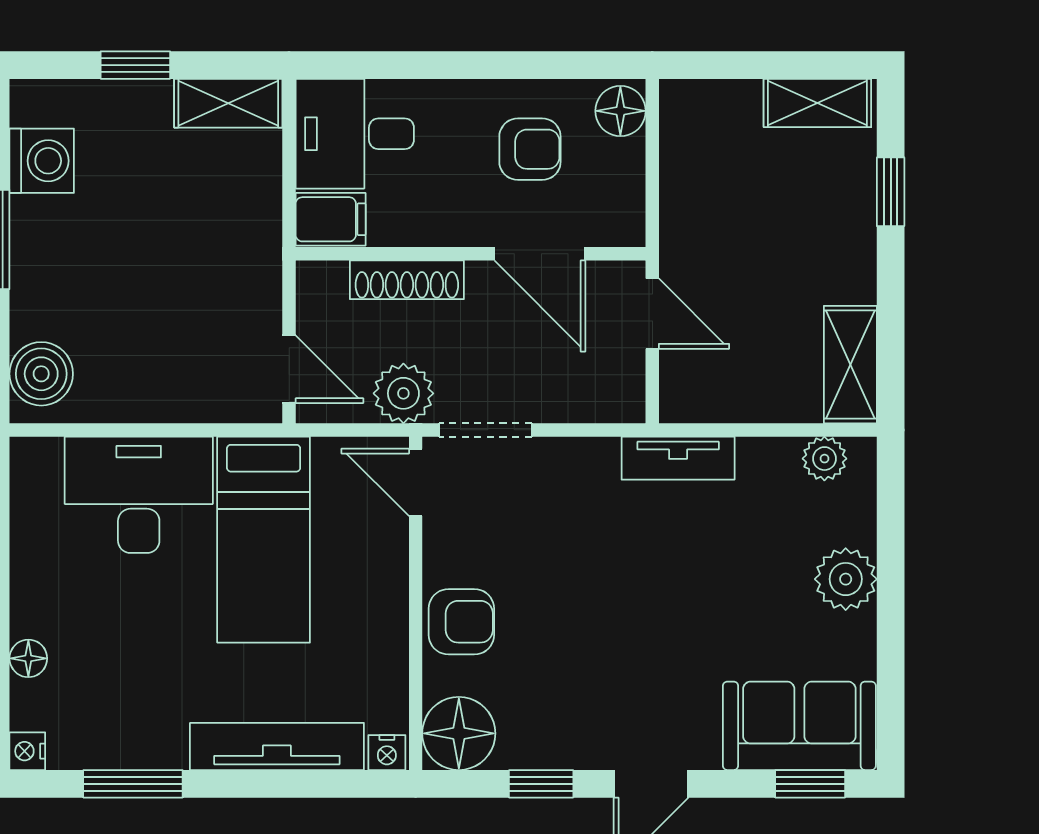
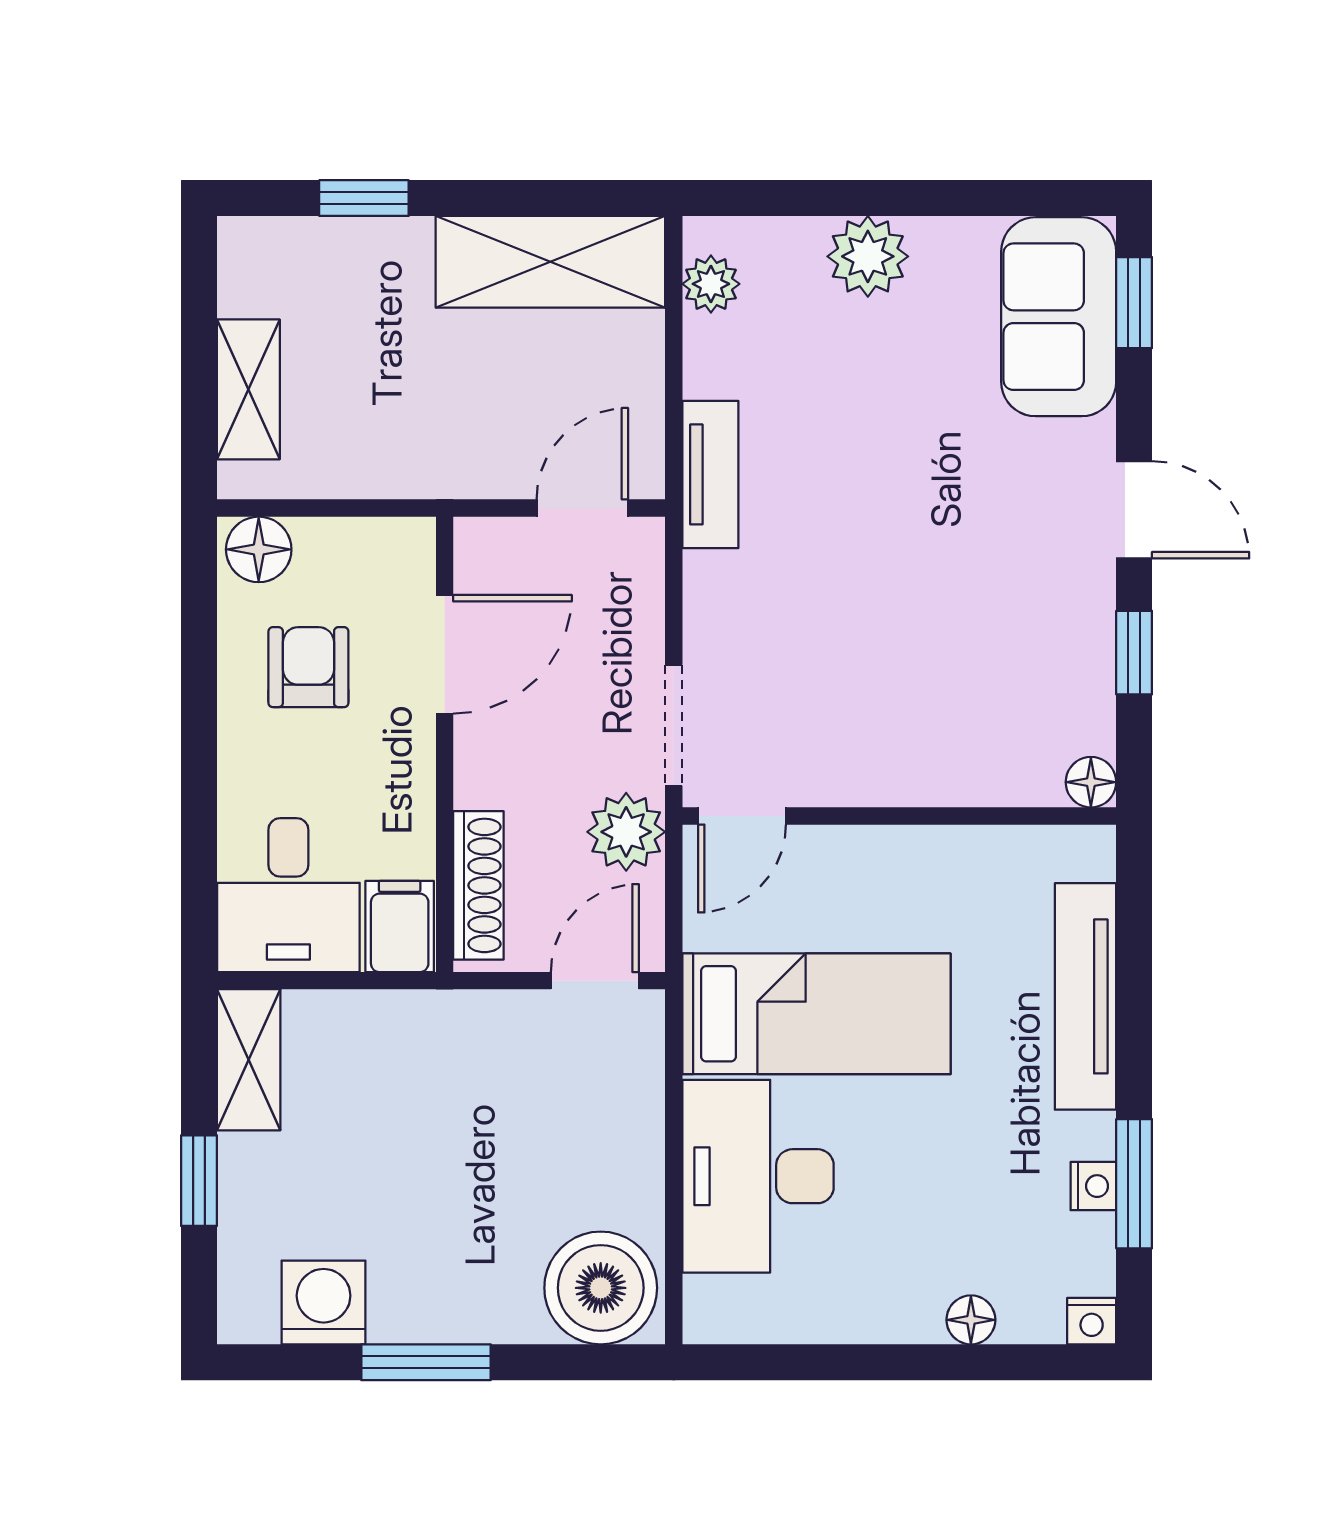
shelving: (817, 103) -> (248, 389), moved
shoe rack: (407, 280) -> (478, 885), moved
door: (652, 314) -> (582, 508), moved
shelving: (850, 365) -> (550, 262), width x1.50, depth x1.33
boiler: (41, 374) -> (601, 1288), width x1.37, depth x1.37
armchair: (461, 622) -> (923, 756), removed
floor lamp: (459, 733) -> (1091, 782), width x0.53, depth x0.53
nightstand: (387, 753) -> (1093, 1186), moved

